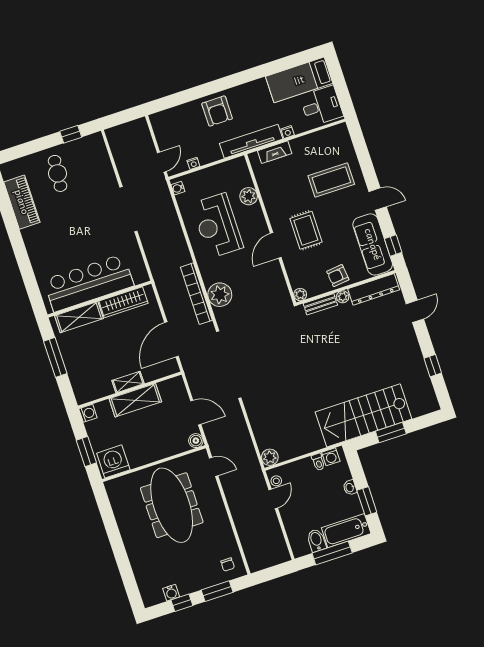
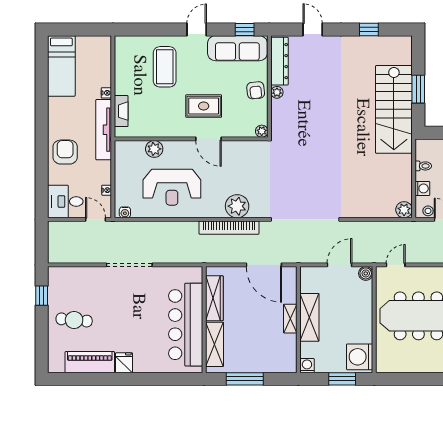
desk: (321, 106) -> (65, 201), moved, turned -90
armchair: (217, 111) -> (65, 152), turned -90
fridge: (32, 235) -> (124, 363), added
bench: (320, 304) -> (277, 115), removed
washing machine: (331, 457) -> (422, 188), moved

